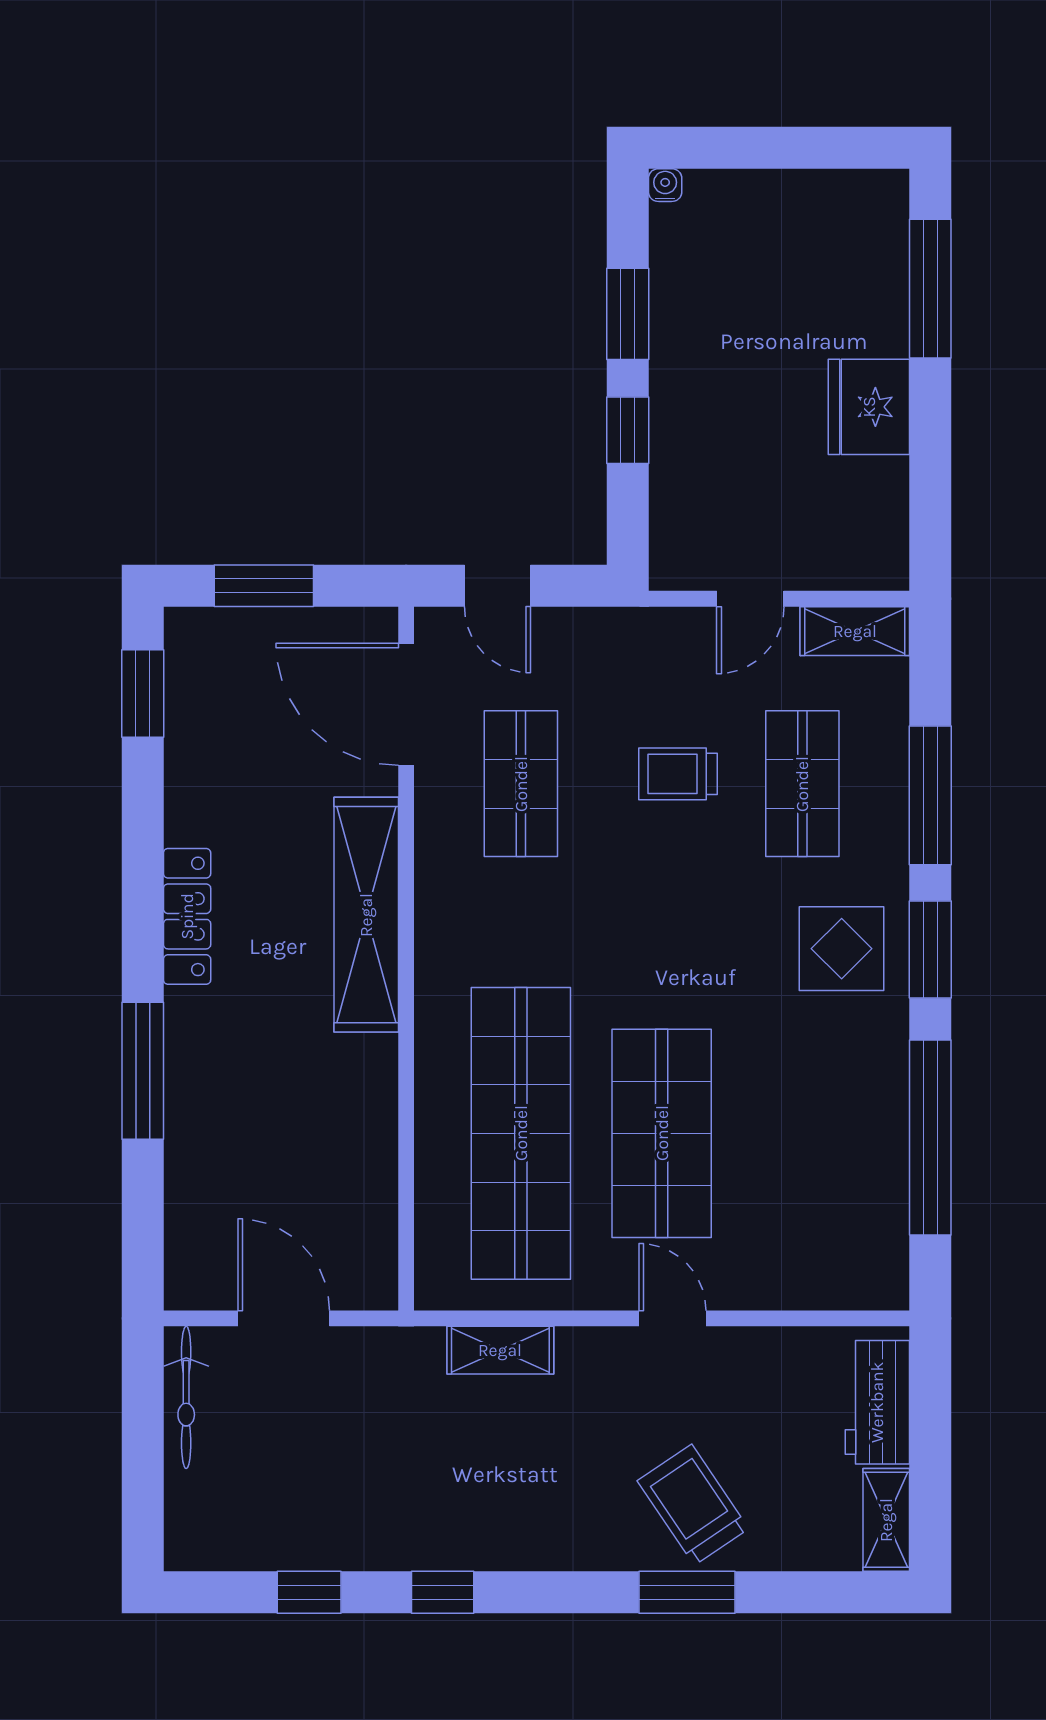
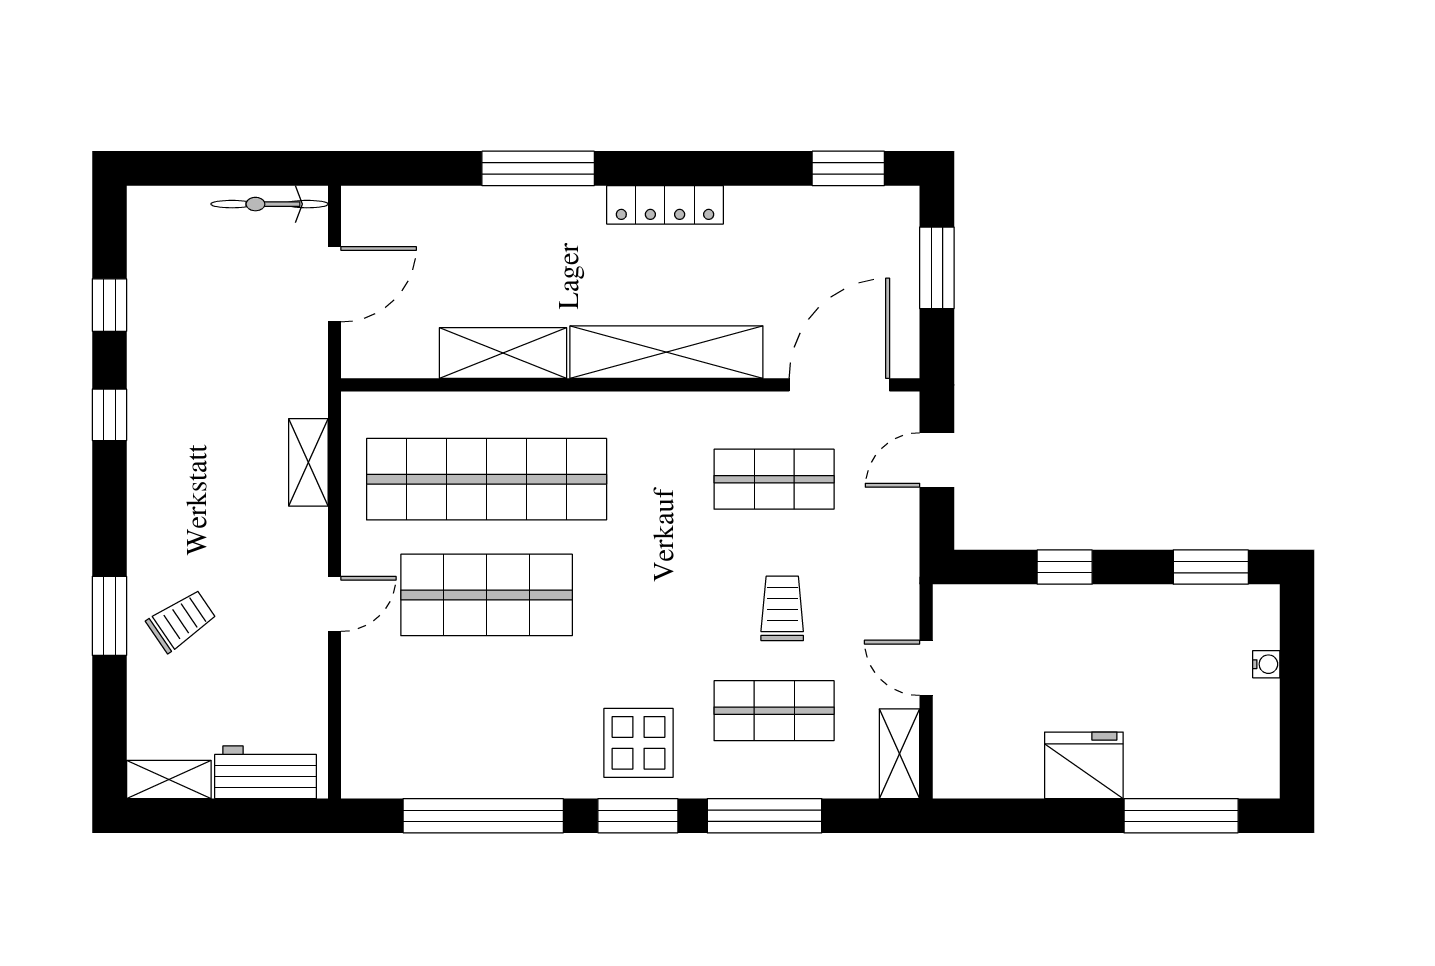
water cooler: (665, 185) -> (1266, 664), moved
window: (628, 314) -> (1211, 567), moved
shelving: (367, 1113) -> (503, 353), added
trolley: (693, 1505) -> (181, 621), width x0.73, depth x0.72

